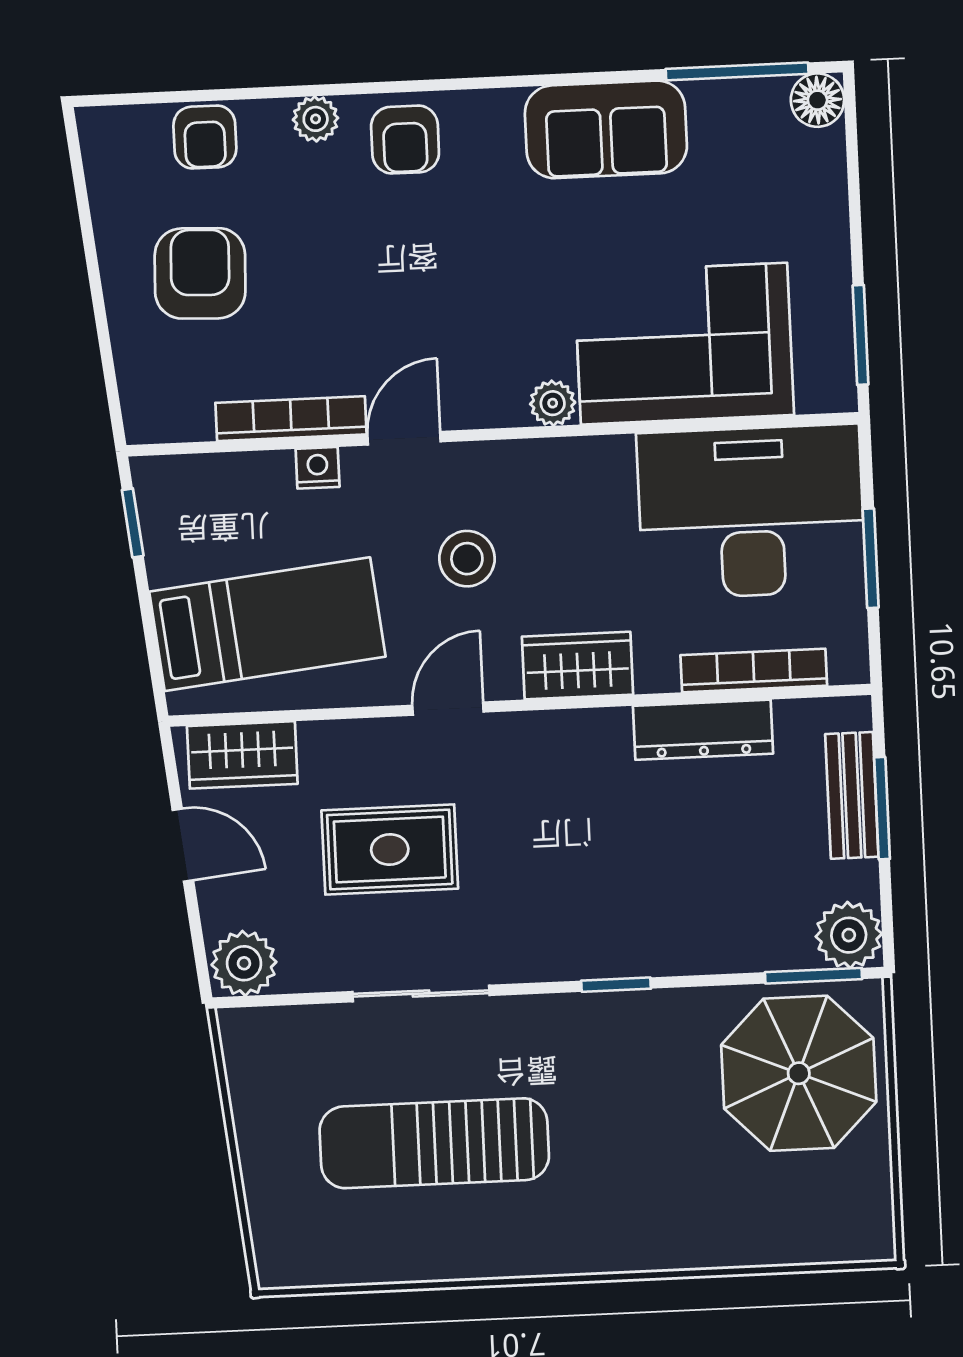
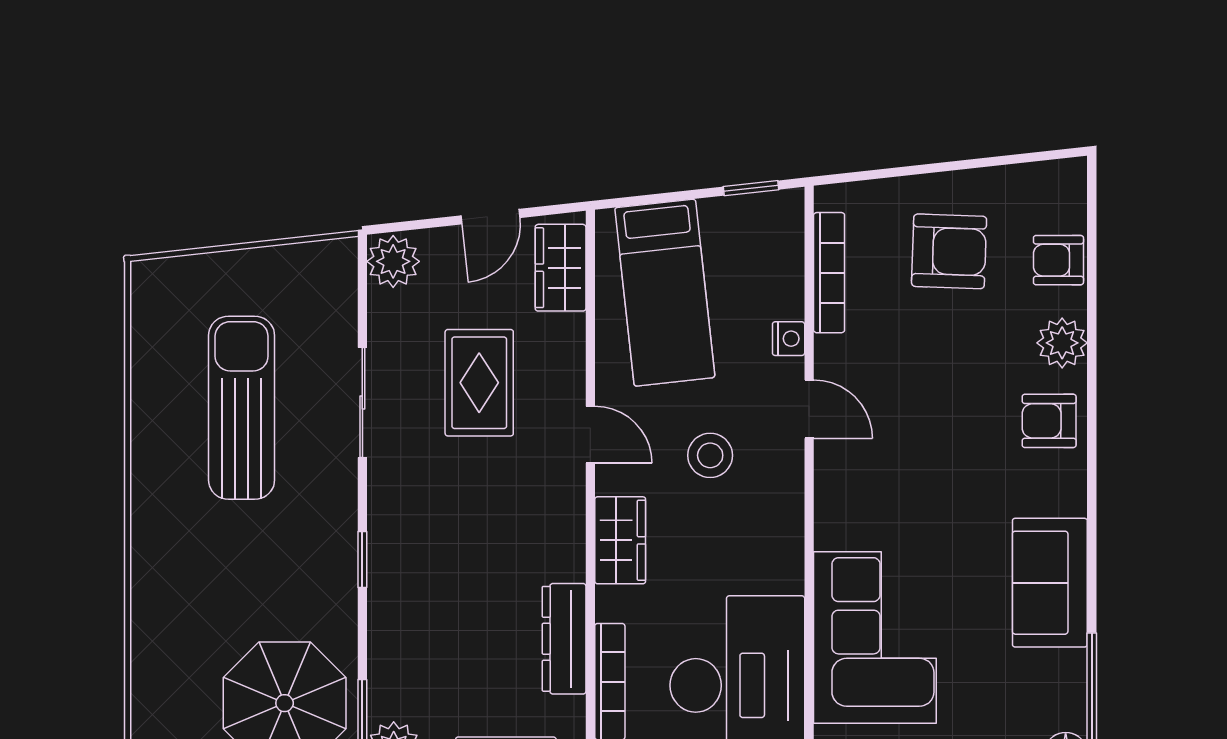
plant: (316, 119) -> (1062, 343), width x1.38, depth x1.38
plant: (553, 403) -> (832, 530), removed
bookcase: (291, 419) -> (829, 273), moved

